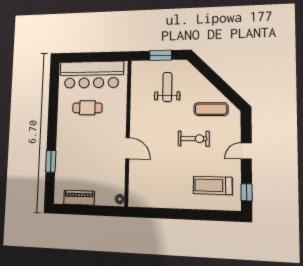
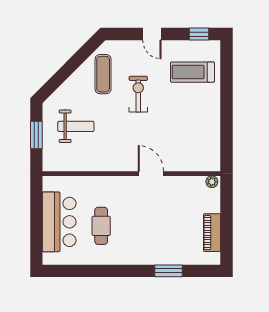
bar counter: (92, 75) -> (59, 222), width x0.73
weight bench: (167, 87) -> (76, 126), turned 180
door: (128, 148) -> (151, 174), hinge flipped
treadmill: (213, 185) -> (192, 72), turned 90

